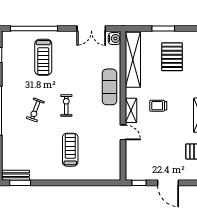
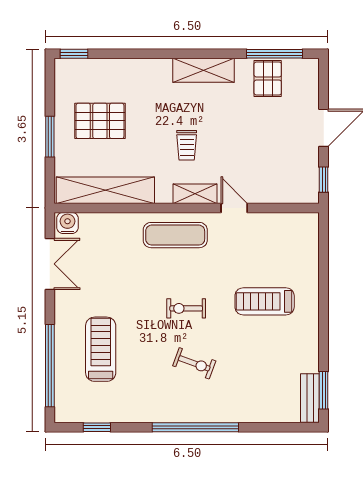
treadmill: (43, 57) -> (101, 349), turned -90
exercise mat: (110, 87) -> (175, 235), moved
door: (123, 132) -> (234, 208), hinge flipped

